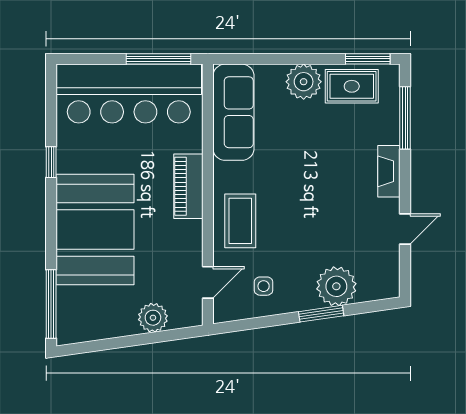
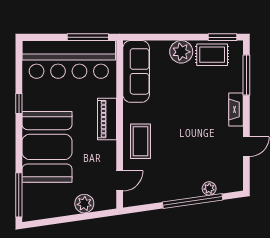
side table: (264, 286) -> (155, 183), removed
plant: (336, 286) -> (209, 188), width x0.53, depth x0.53
window: (321, 314) -> (193, 201), width x2.11

